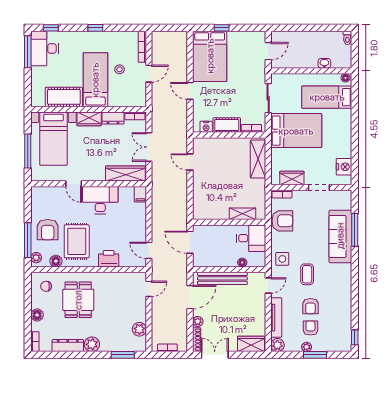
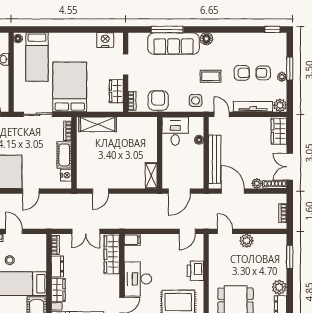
shelving: (242, 214) -> (151, 176), moved
floor lamp: (345, 270) -> (206, 39), added
plant: (139, 329) -> (247, 241), moved

